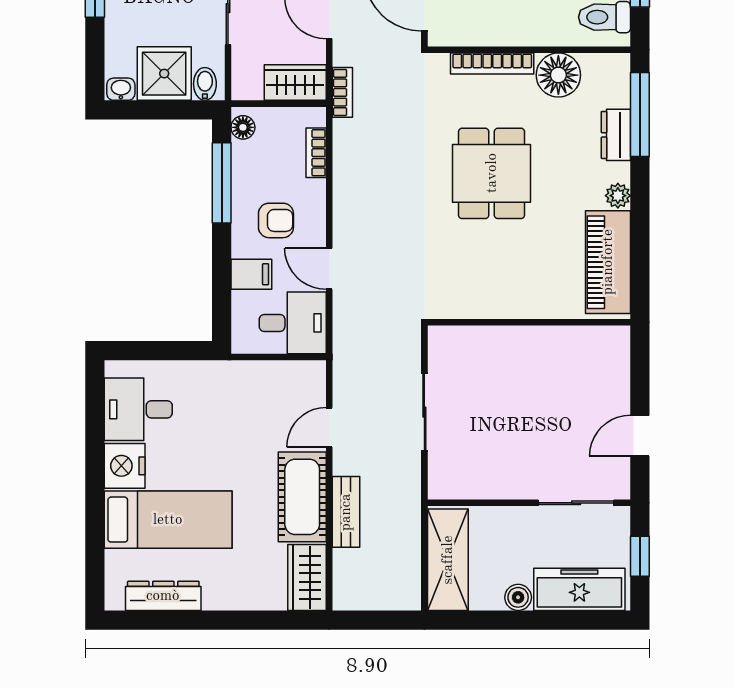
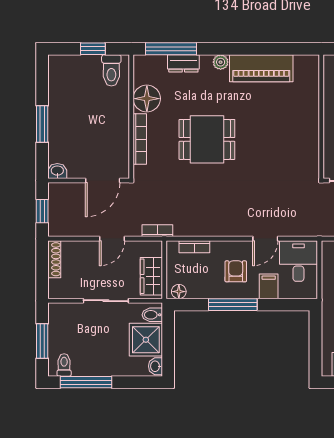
wardrobe: (295, 83) -> (151, 276), moved
window: (222, 183) -> (233, 305), moved
wall: (529, 322) -> (321, 117), moved

